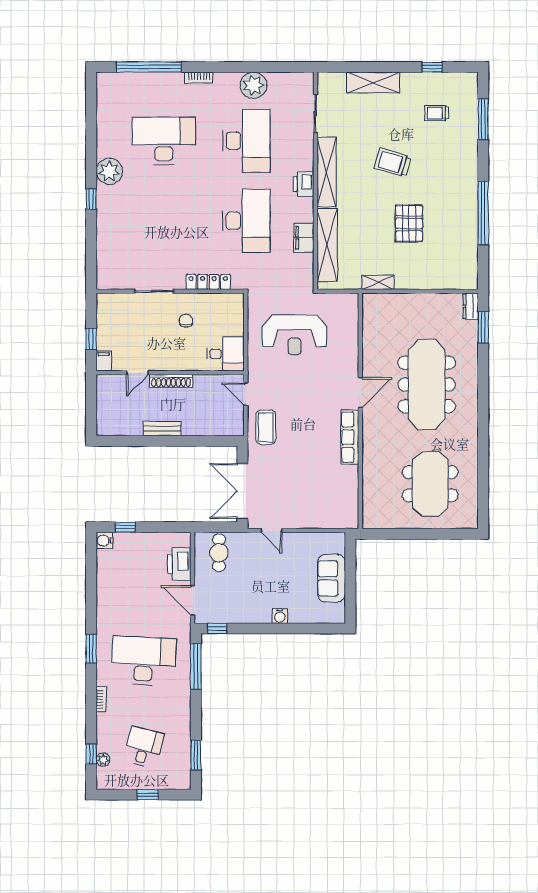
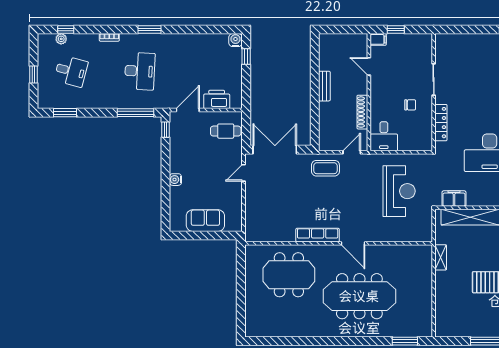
filing cabinet: (304, 238) -> (454, 199), moved
dresser: (471, 306) -> (422, 331), removed
reception desk: (294, 335) -> (399, 191), turned 180
shoe rack: (171, 381) -> (362, 112), moved
meeting table: (430, 484) -> (289, 275), moved
desk: (144, 661) -> (140, 71), width x0.73, depth x0.77

